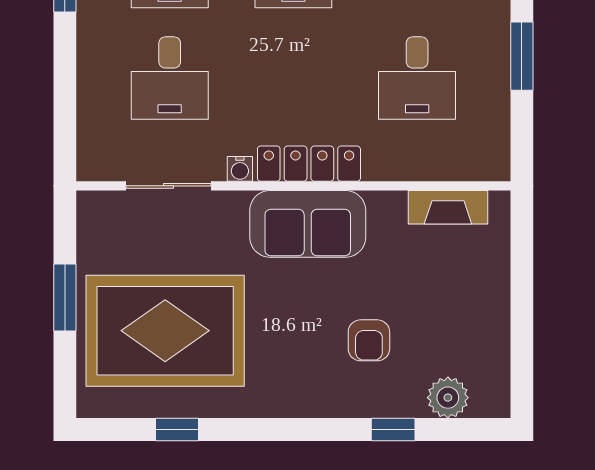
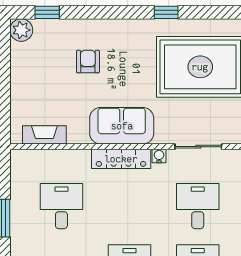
plant: (448, 398) -> (21, 30), moved
window: (177, 430) -> (166, 12), moved
window: (393, 430) -> (47, 12), moved

